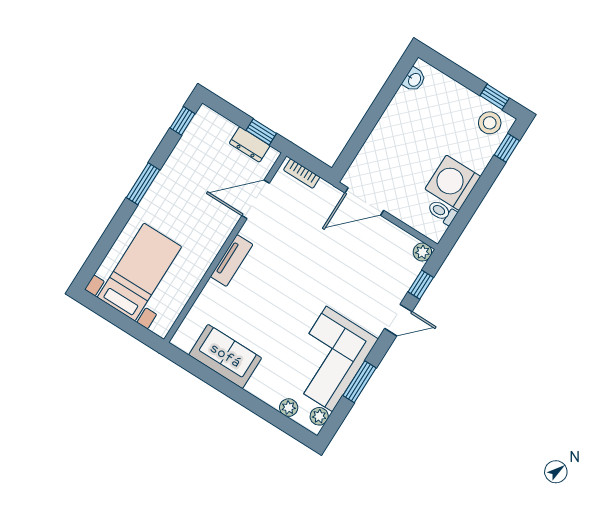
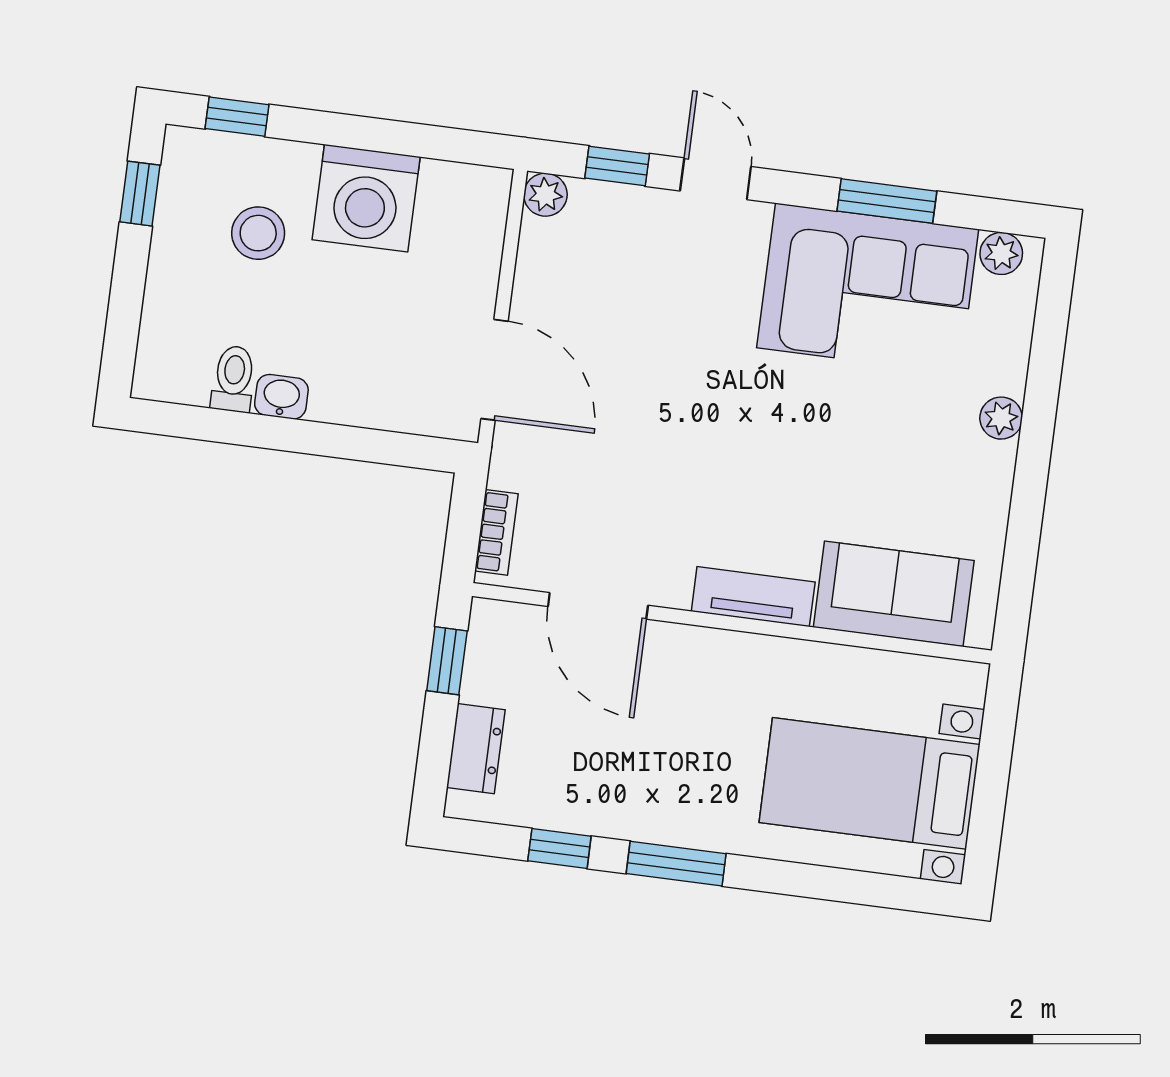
washbasin: (414, 80) -> (281, 397), moved
window: (182, 121) -> (559, 848), moved
stool: (490, 123) -> (258, 233), moved
dresser: (250, 144) -> (476, 749), moved
toilet: (442, 212) -> (233, 379), moved, turned 180
sofa: (225, 356) -> (894, 594), moved, turned 90
plant: (289, 408) -> (1001, 418), moved

